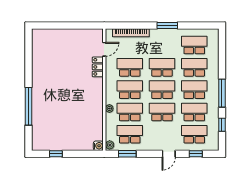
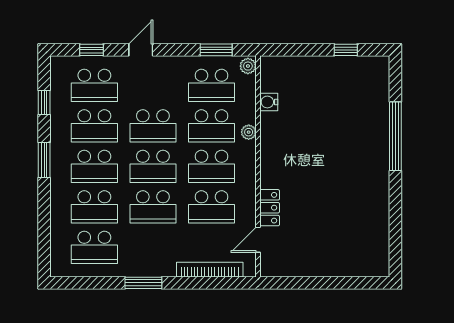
window: (222, 93) -> (44, 160), width x0.69
water cooler: (98, 146) -> (269, 102), moved

